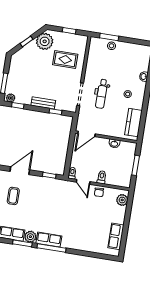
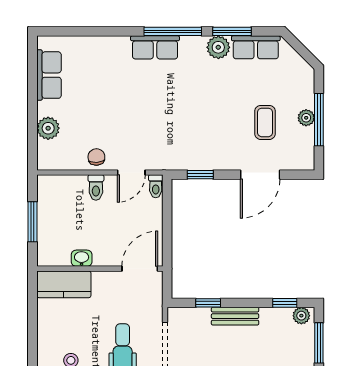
kitchen counter: (133, 123) -> (64, 284), moved, turned 90
door: (83, 182) -> (131, 172), swing flipped
plant: (122, 200) -> (48, 128), moved
row of seats: (49, 240) -> (155, 47), moved

